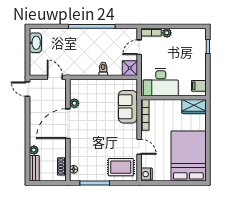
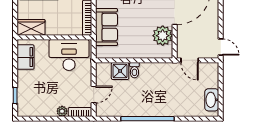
shower: (130, 68) -> (120, 71), moved
filing cabinet: (199, 86) -> (26, 57), width x2.00
plant: (74, 103) -> (163, 36), width x1.88, depth x1.88

